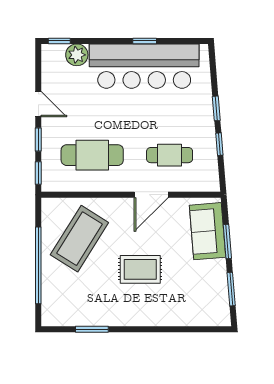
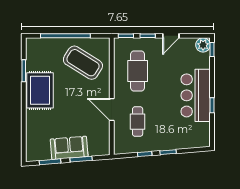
plant: (77, 55) -> (203, 45), moved
bar counter: (144, 66) -> (196, 95), width x0.73
sofa: (208, 231) -> (69, 148), moved
rug: (140, 269) -> (40, 90), moved, width x1.36, depth x1.43

